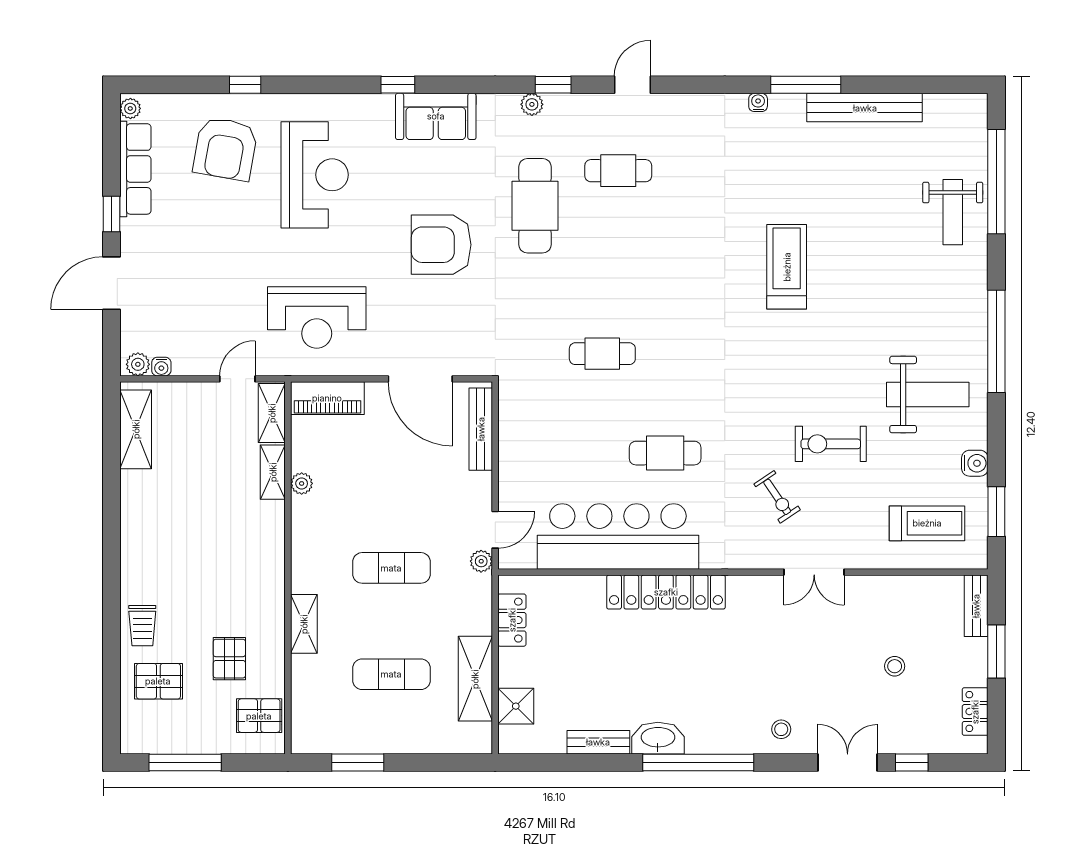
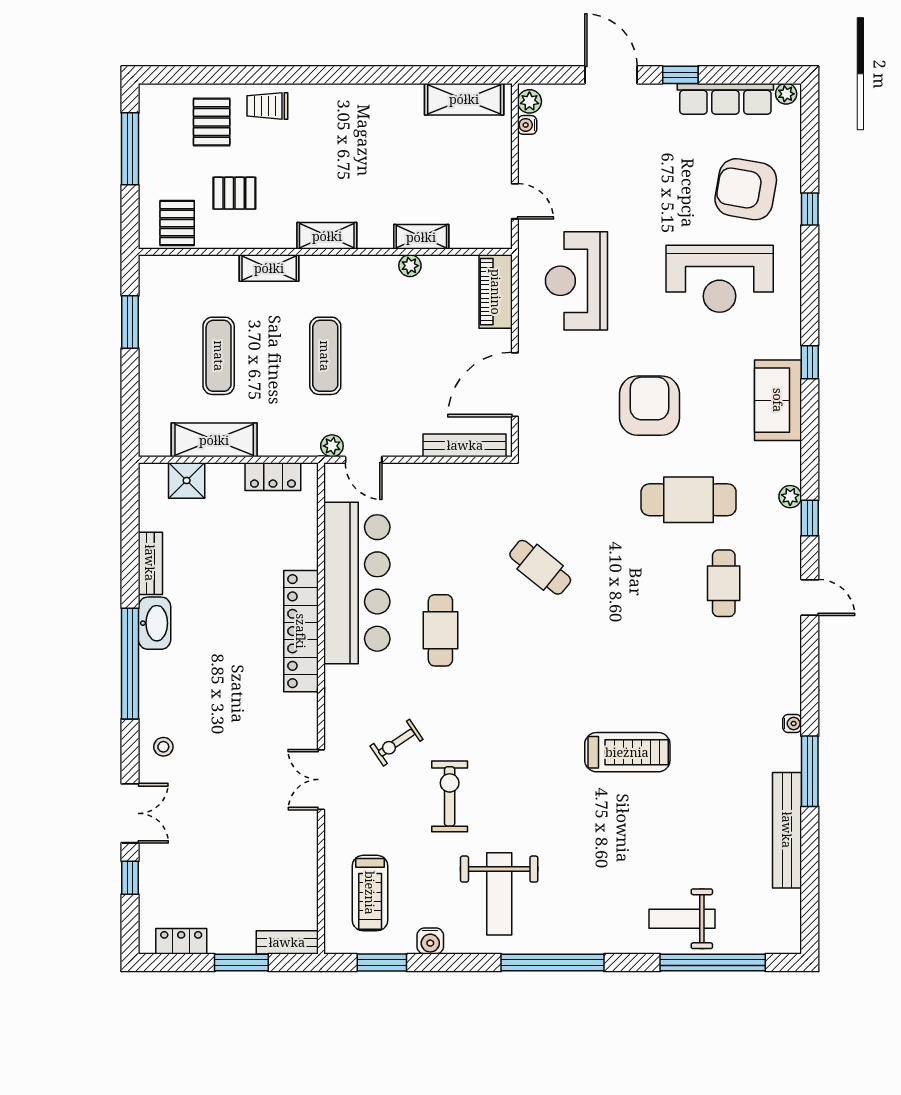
cafe table: (602, 354) -> (540, 567), turned -51
shelving: (272, 413) -> (327, 236), moved
stool: (895, 666) -> (227, 861), removed

